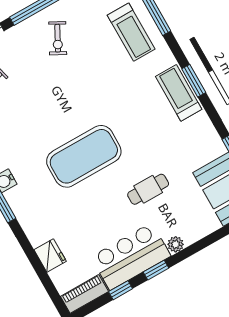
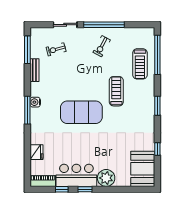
treadmill: (179, 93) -> (116, 91), moved
cafe table: (148, 189) -> (104, 147), removed
plant: (176, 244) -> (106, 178), width x1.87, depth x1.87

